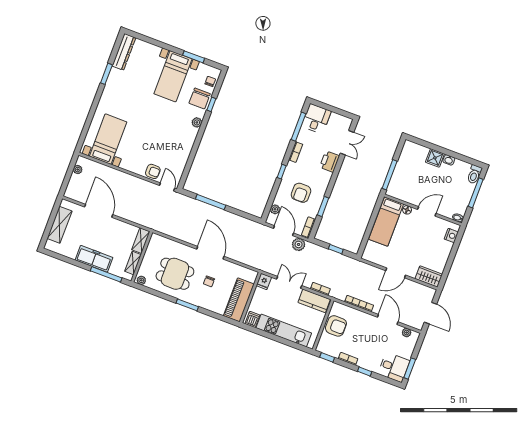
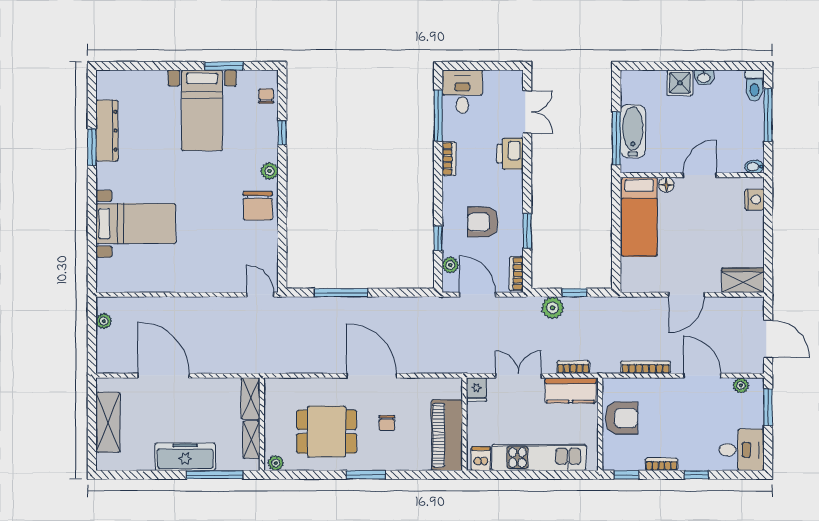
dresser: (124, 52) -> (107, 131), moved
chair: (200, 98) -> (258, 206), moved
bed with nightstands: (108, 139) -> (136, 224), moved, turned 90
armchair: (153, 171) -> (228, 278), removed
window: (282, 172) -> (438, 238), moved
bathtub: (400, 174) -> (633, 131), added
armchair: (301, 193) -> (483, 222), turned 90
plant: (299, 244) -> (553, 308), moved
window: (410, 368) -> (768, 407), moved

